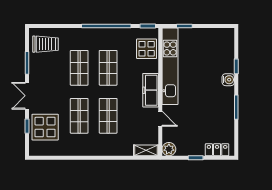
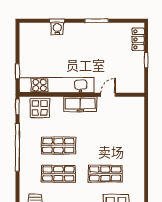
water cooler: (228, 80) -> (57, 28), moved
shop shelf: (108, 116) -> (105, 146), removed
plant: (169, 149) -> (138, 86), removed
shelving: (146, 150) -> (139, 109), removed

